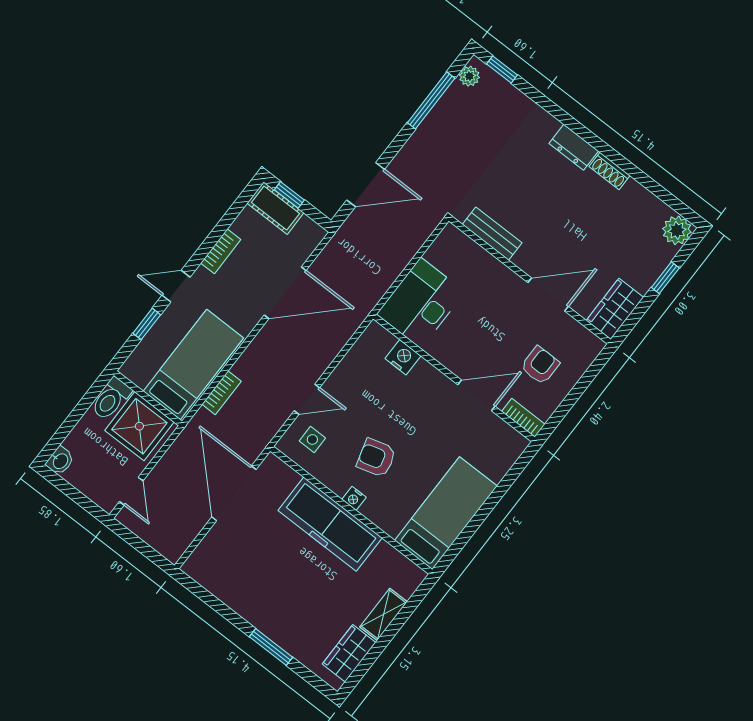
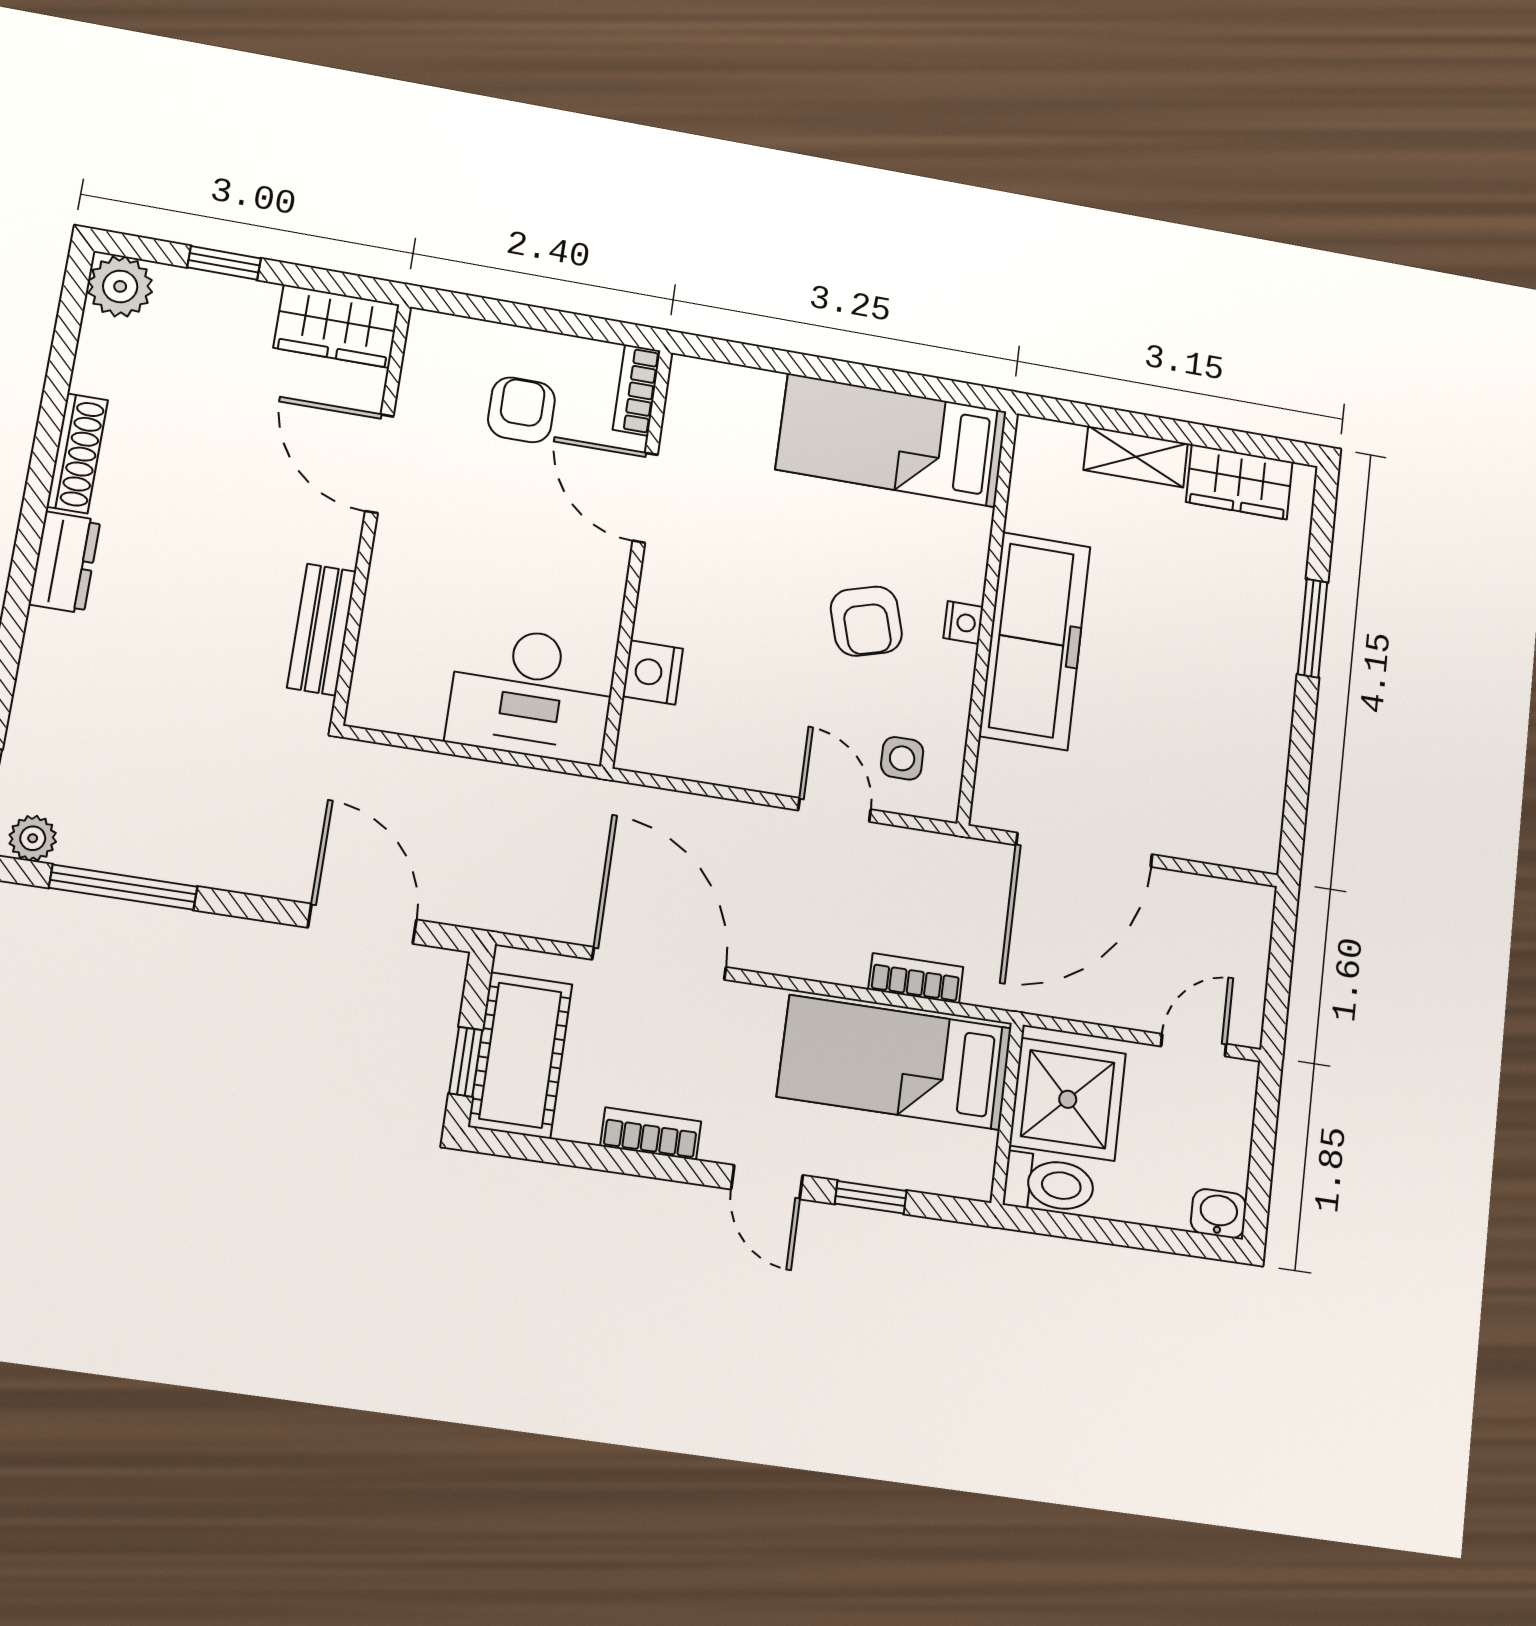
shoe rack: (610, 171) -> (77, 453), width x1.43
cot: (275, 208) -> (520, 1055), width x1.37, depth x1.34
armchair: (540, 365) -> (521, 410), turned 90

